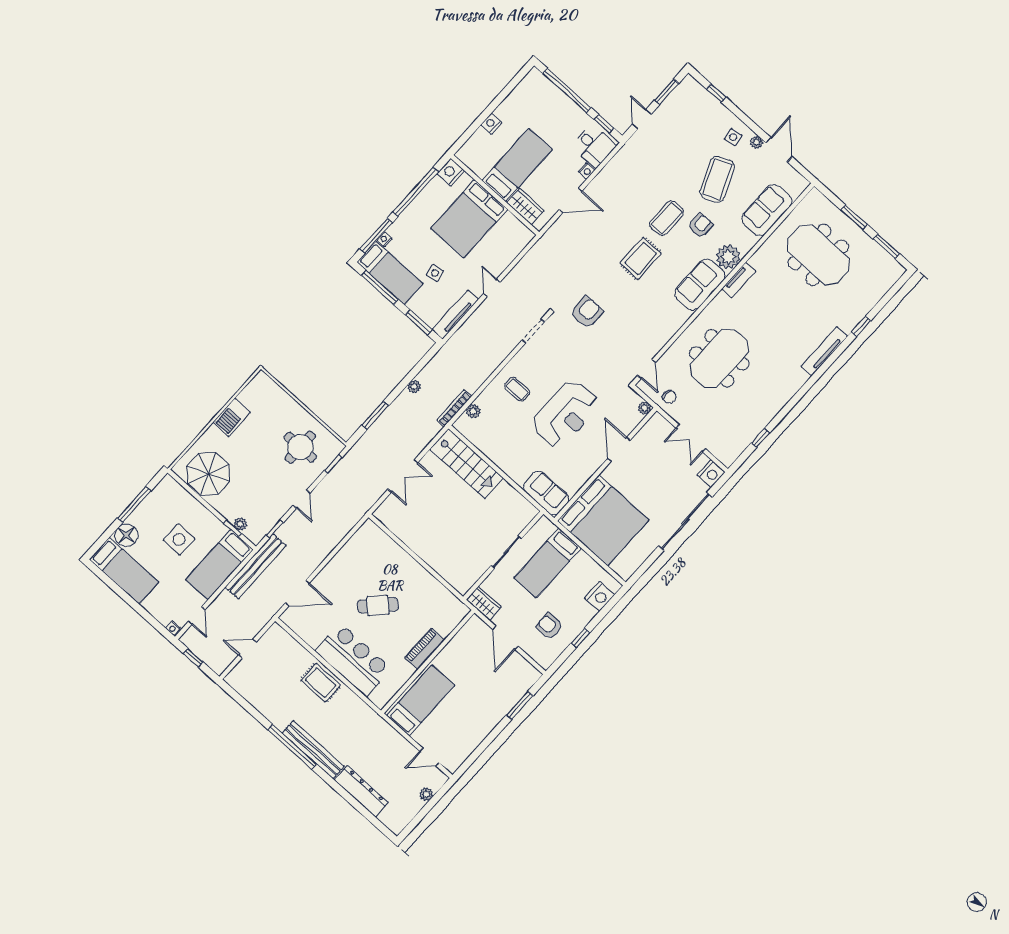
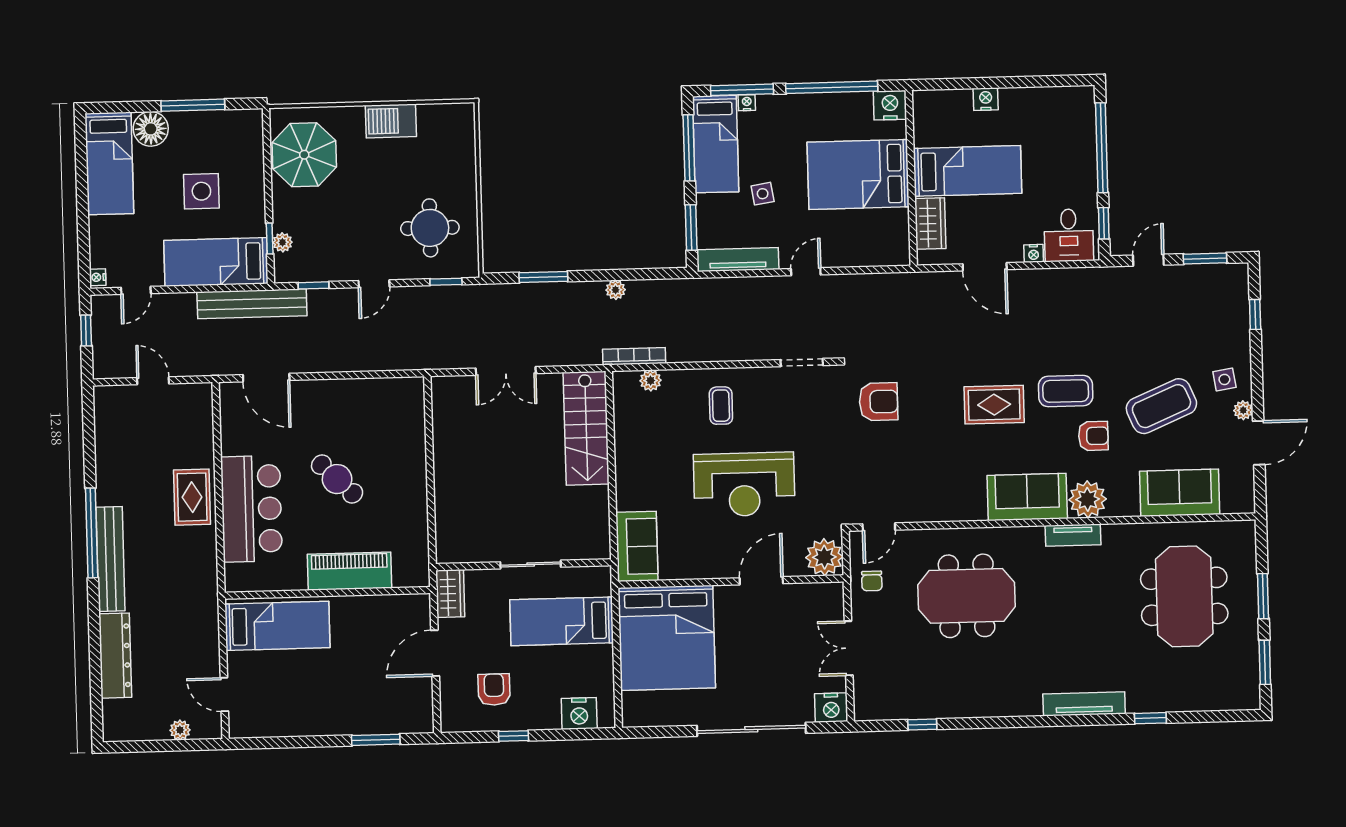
plant: (644, 408) -> (824, 557), width x1.87, depth x1.87
piano: (425, 649) -> (349, 571), width x1.37, depth x1.33

